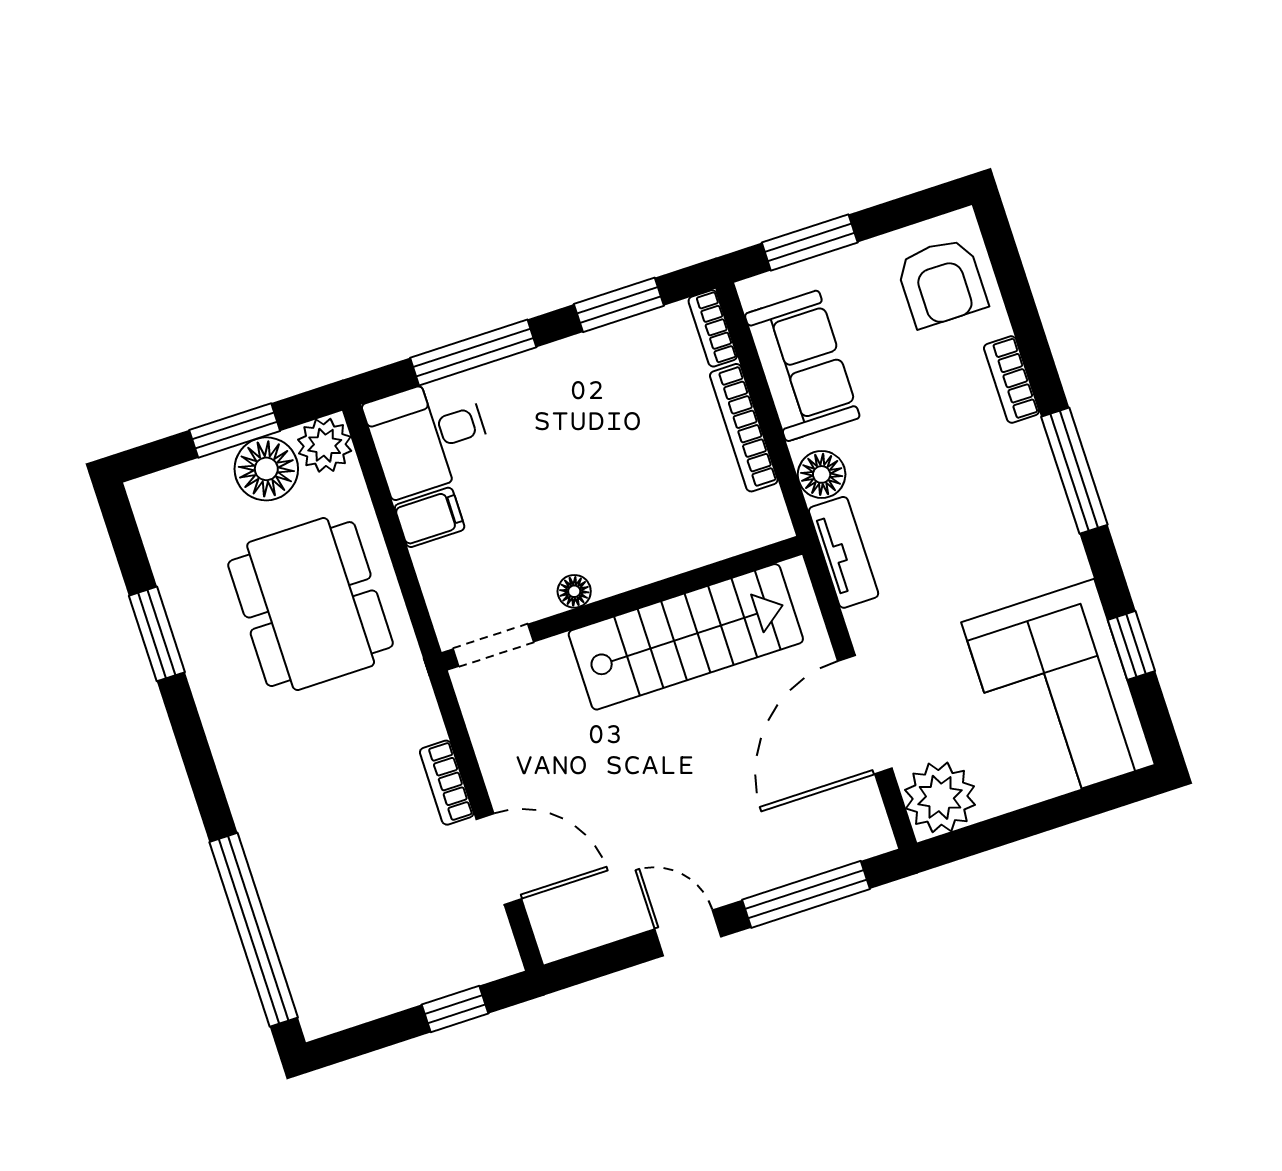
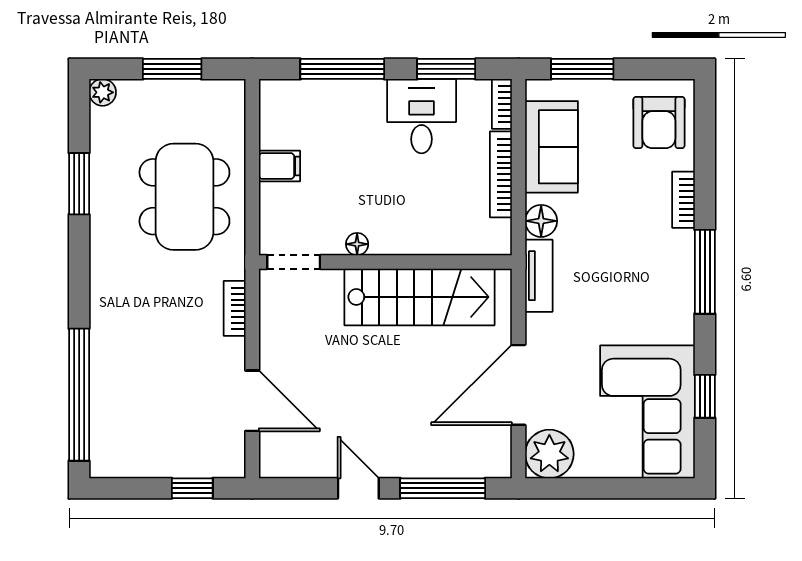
desk: (429, 436) -> (422, 116), moved, turned 90
plant: (325, 445) -> (103, 92), moved, width x0.73, depth x0.73
floor lamp: (266, 469) -> (184, 100), removed
bookcase: (447, 783) -> (235, 308), moved

